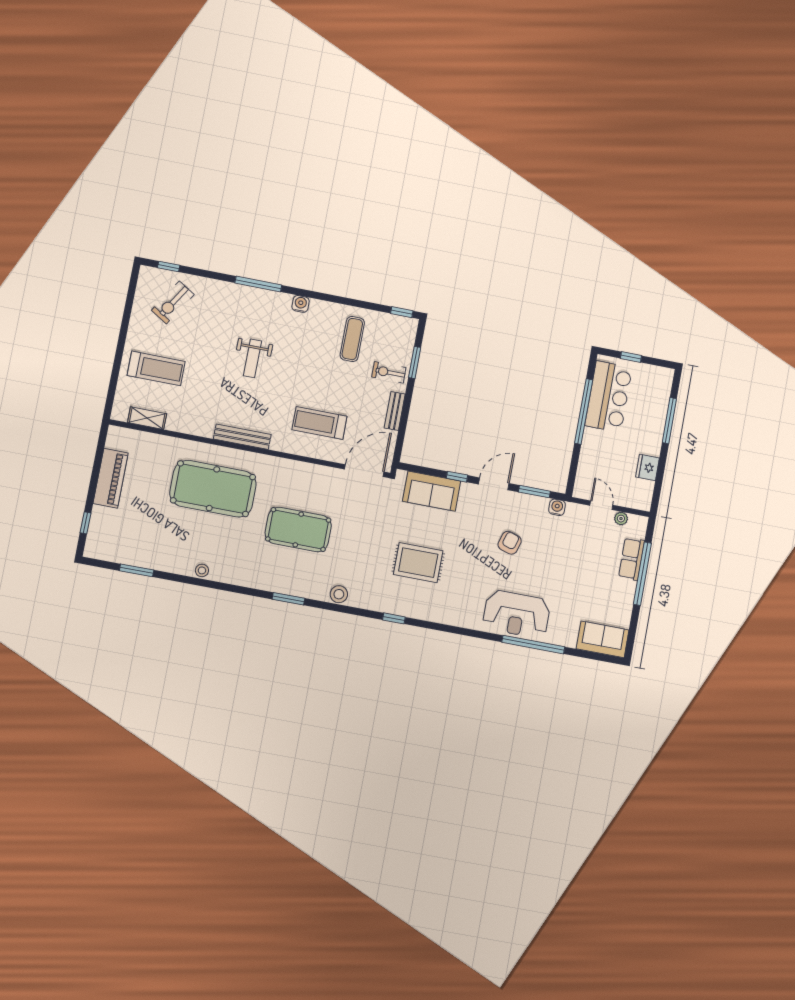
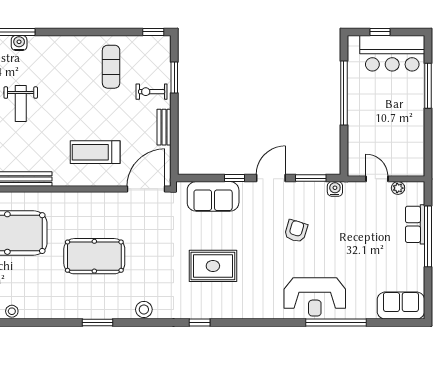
water cooler: (301, 304) -> (19, 43), moved
bar counter: (609, 397) -> (392, 53), moved, turned 90
fridge: (647, 467) -> (415, 135), removed

